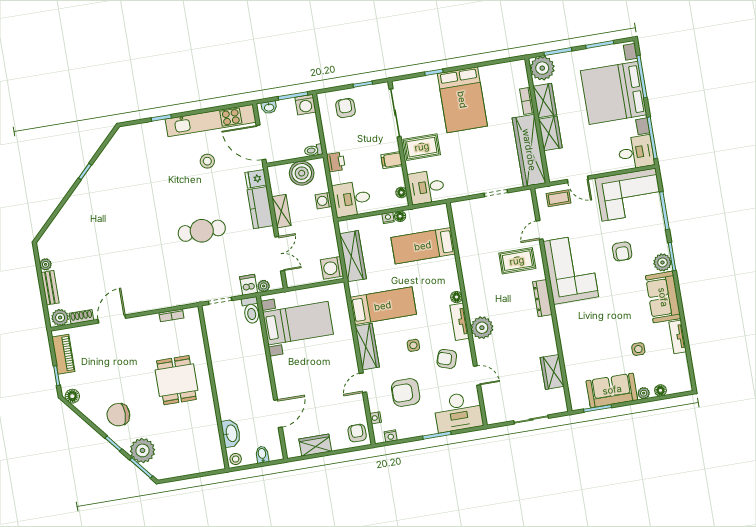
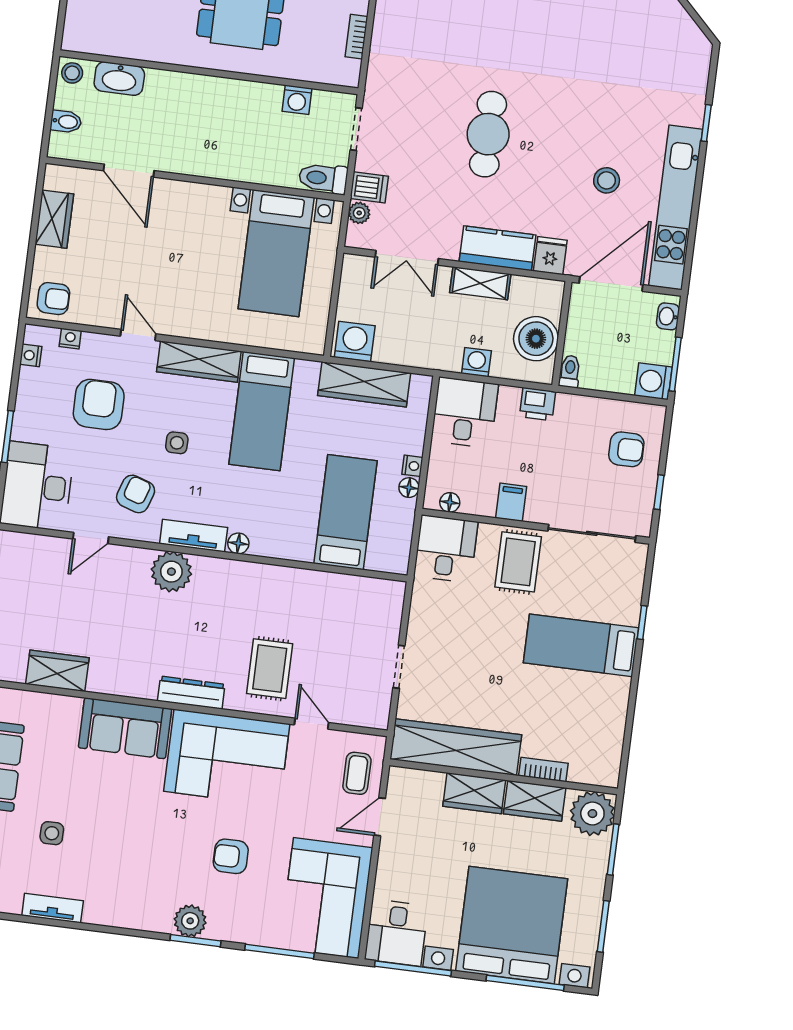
bed: (462, 100) -> (581, 645), width x0.67
sofa: (663, 297) -> (125, 728), moved, turned 180
washing machine: (214, 337) -> (297, 100), added

